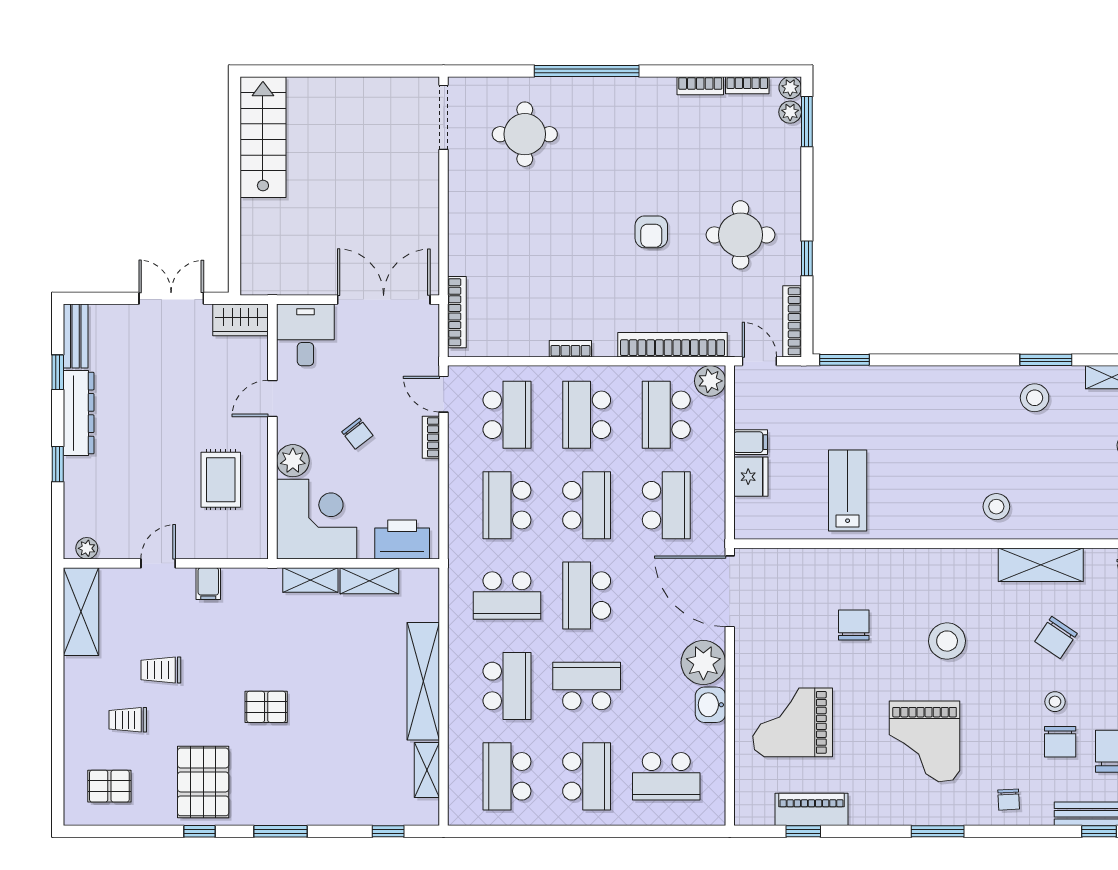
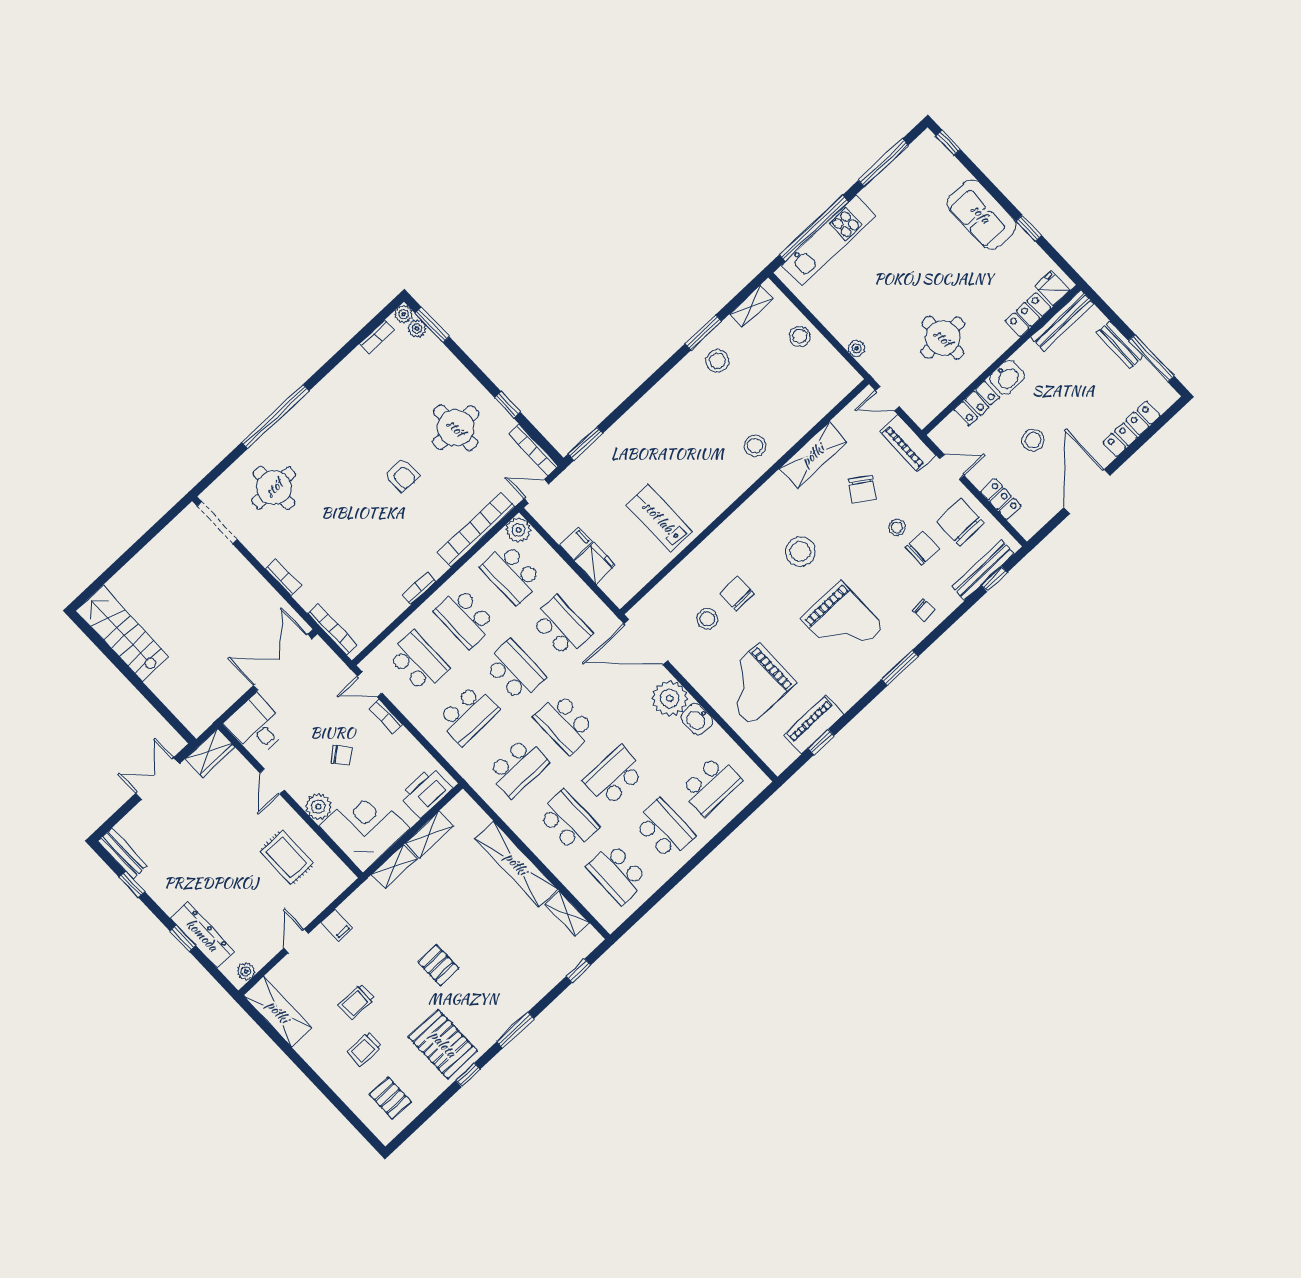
bookcase: (700, 86) -> (283, 577), moved, turned -90
dresser: (79, 413) -> (202, 935), moved
school desk: (507, 505) -> (468, 715), turned -90
stool: (805, 623) -> (707, 619), added
pallet: (266, 707) -> (438, 965), turned 90
chair: (1060, 742) -> (922, 548), turned -90
pallet: (109, 786) -> (390, 1098), turned 90

